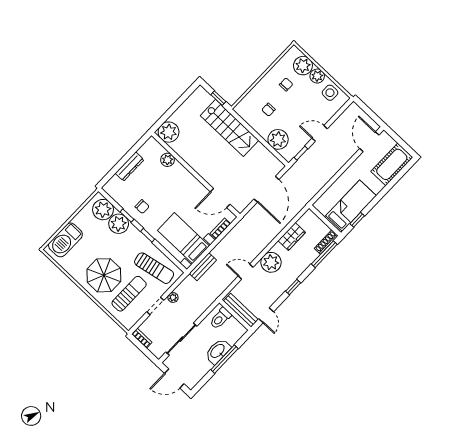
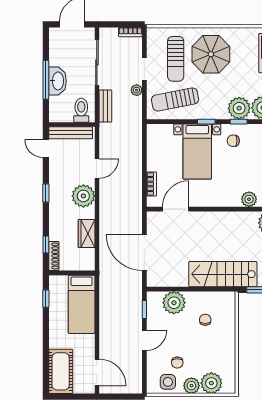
chair: (286, 84) -> (177, 363), moved
bed: (350, 206) -> (82, 304), moved
bed with nightstands: (183, 238) -> (197, 152), moved, turned 90
window: (324, 254) -> (46, 244), width x0.46
bench: (203, 267) -> (105, 106), moved

